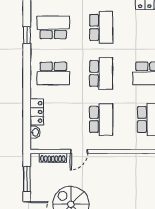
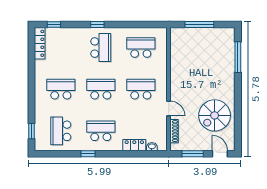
window: (27, 35) -> (88, 154), moved
school desk: (53, 73) -> (101, 131), turned -90

